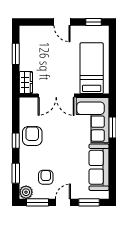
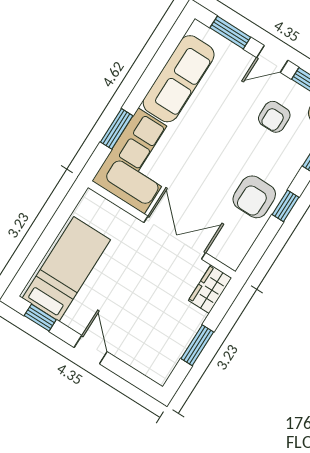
bed: (92, 68) -> (66, 269), moved, turned 180

